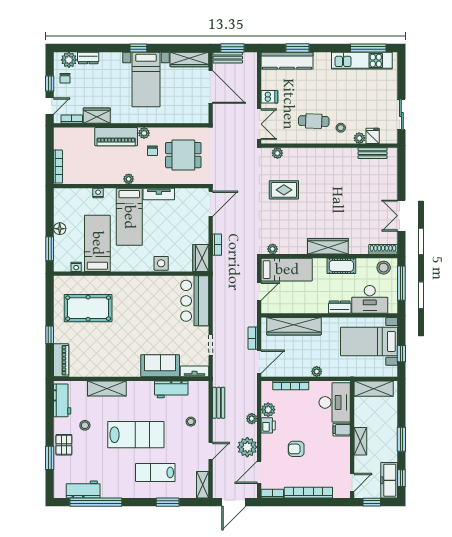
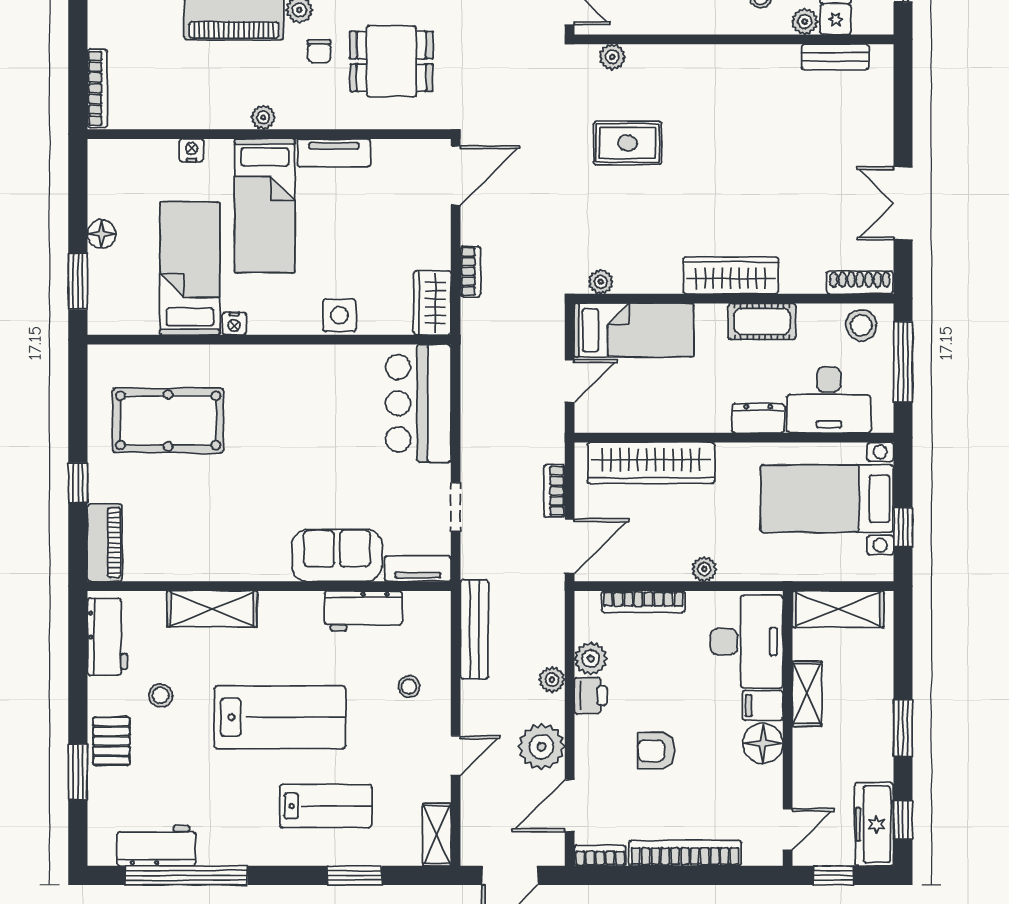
nightstand: (76, 267) -> (234, 324), moved
bench: (219, 403) -> (474, 629), width x1.36
shelving: (360, 441) -> (807, 694), moved
floor lamp: (342, 446) -> (763, 743), added
lab bench: (155, 472) -> (326, 806), turned 180

